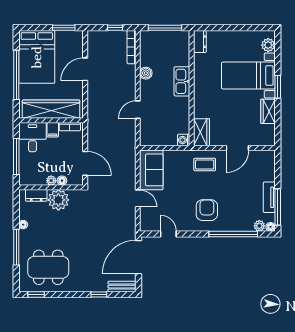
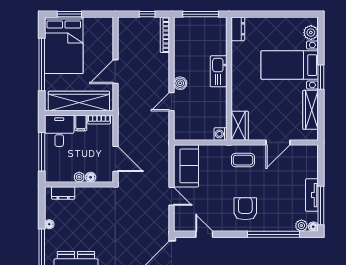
window: (64, 28) -> (69, 14), moved
door: (85, 69) -> (115, 72), moved
boiler: (146, 73) -> (180, 83), moved
wardrobe: (268, 111) -> (311, 110), width x1.50
plant: (58, 200) -> (87, 198), removed

